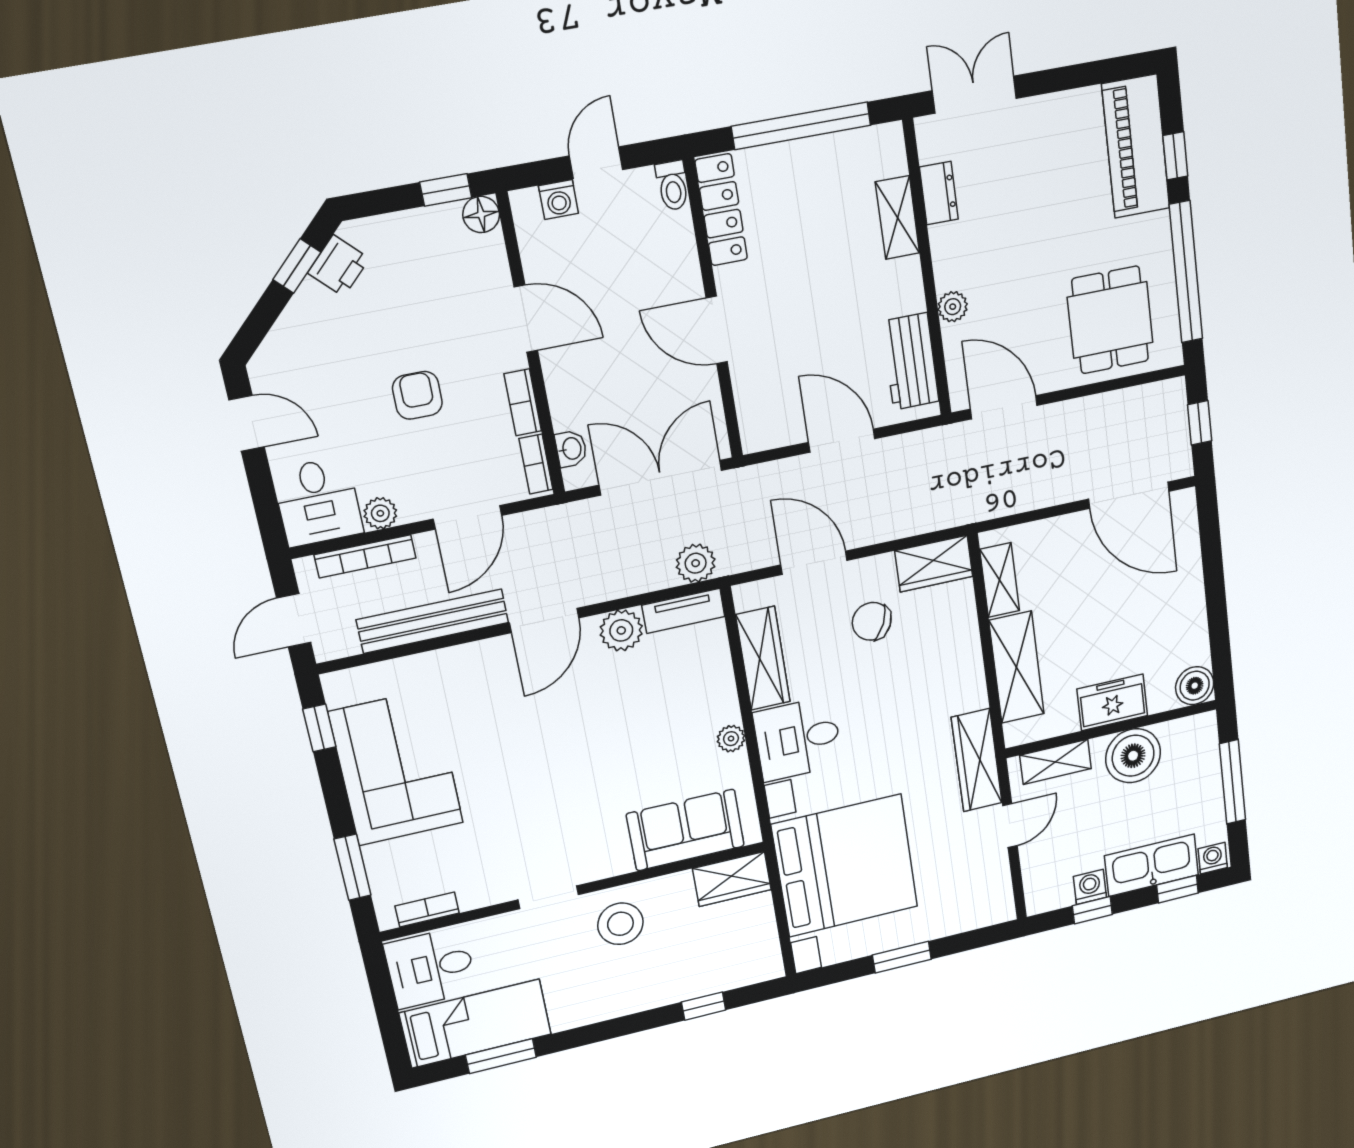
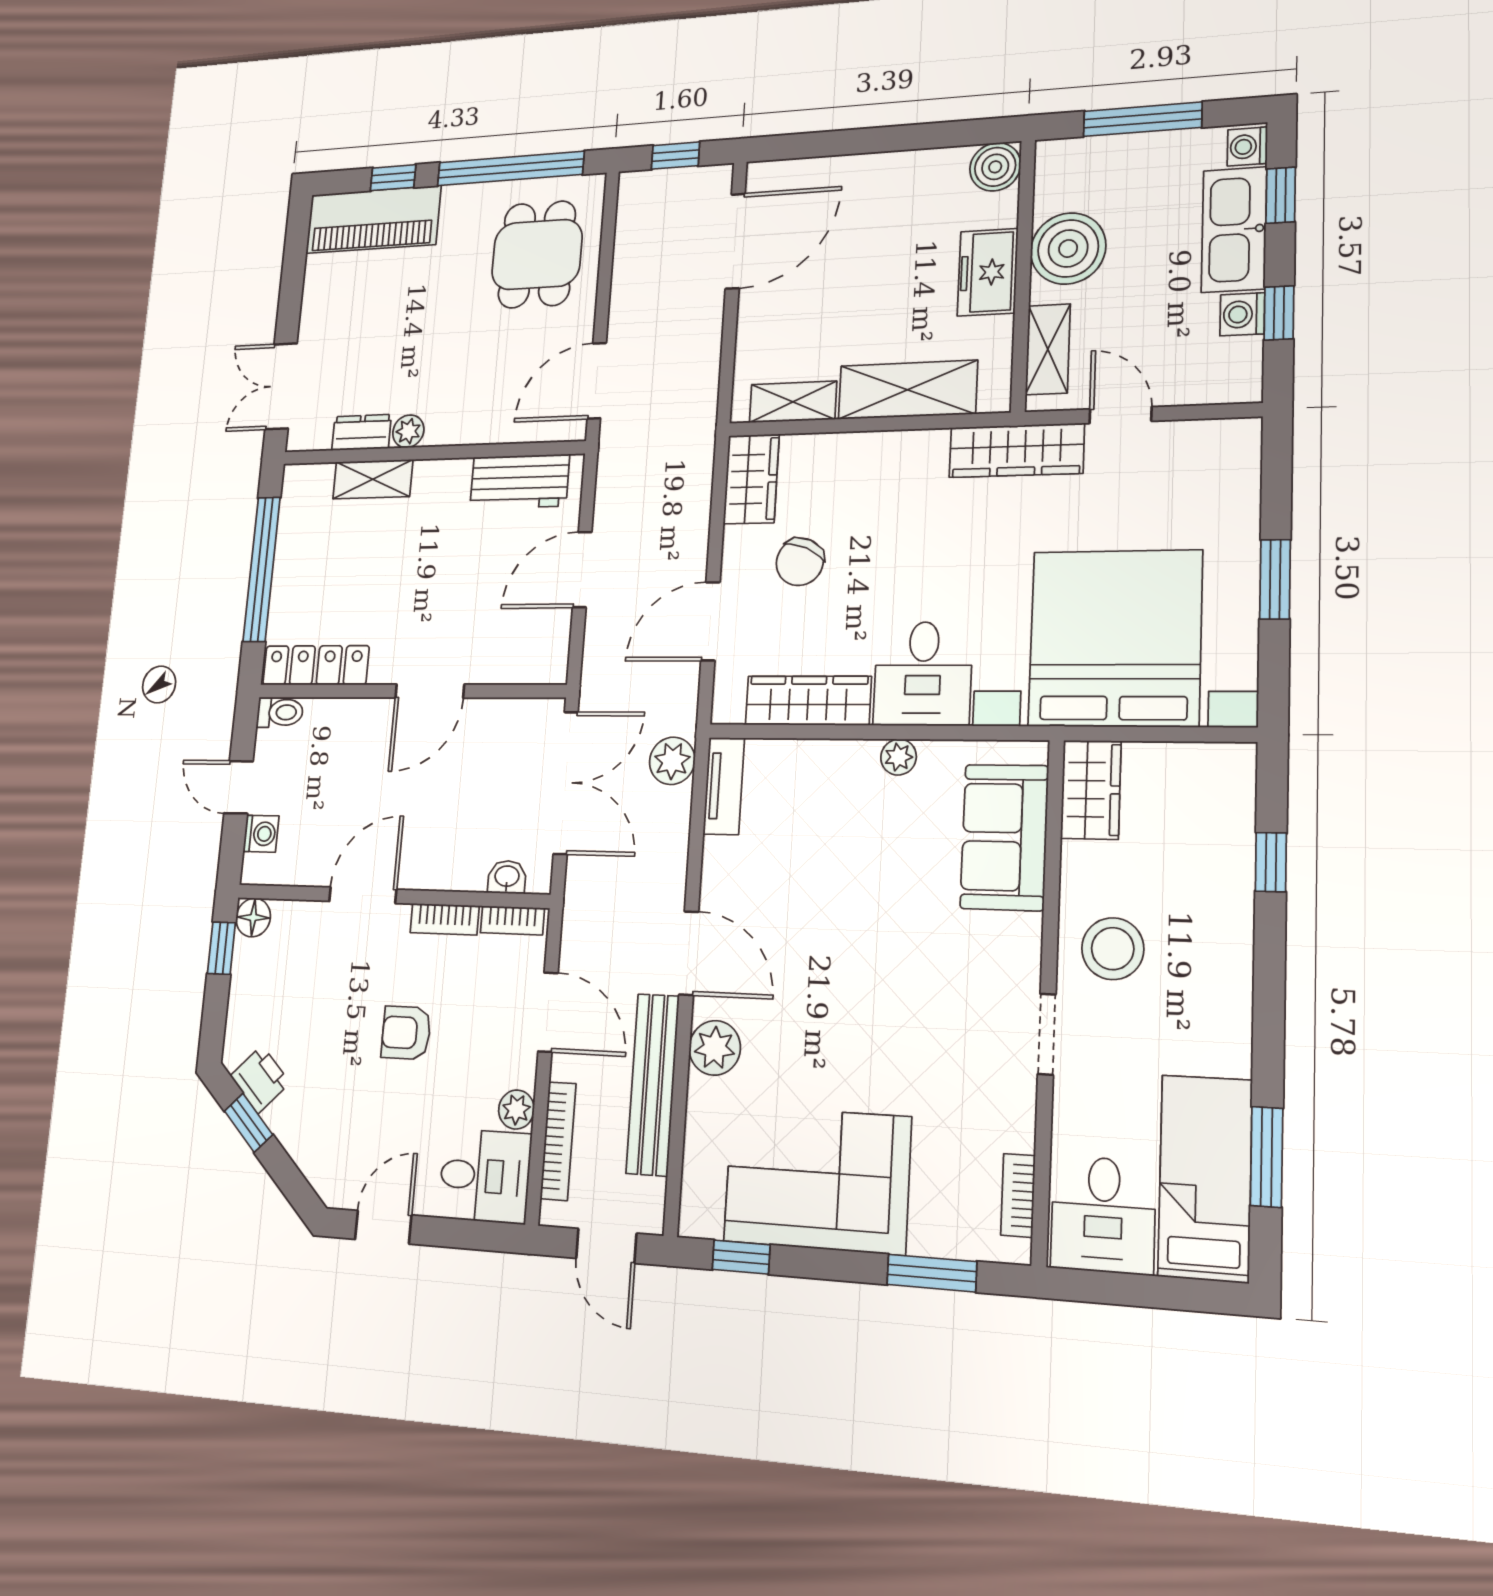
plant: (953, 307) -> (408, 431), moved
dining table: (1110, 320) -> (537, 255), turned 90
double door: (661, 478) -> (566, 783), swing flipped
plant: (621, 630) -> (715, 1048), moved

